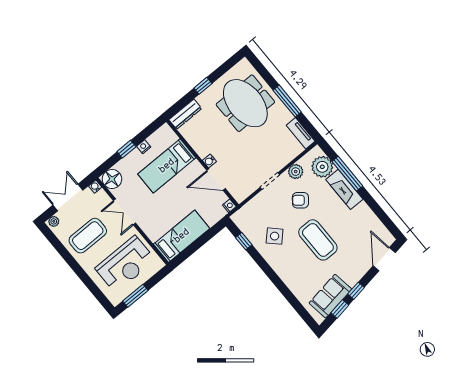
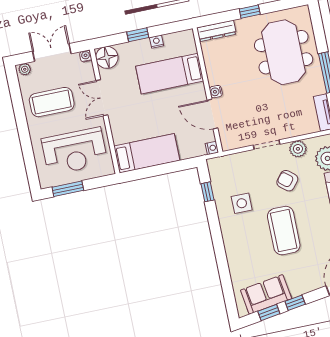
side table: (275, 236) -> (242, 203), turned 45

